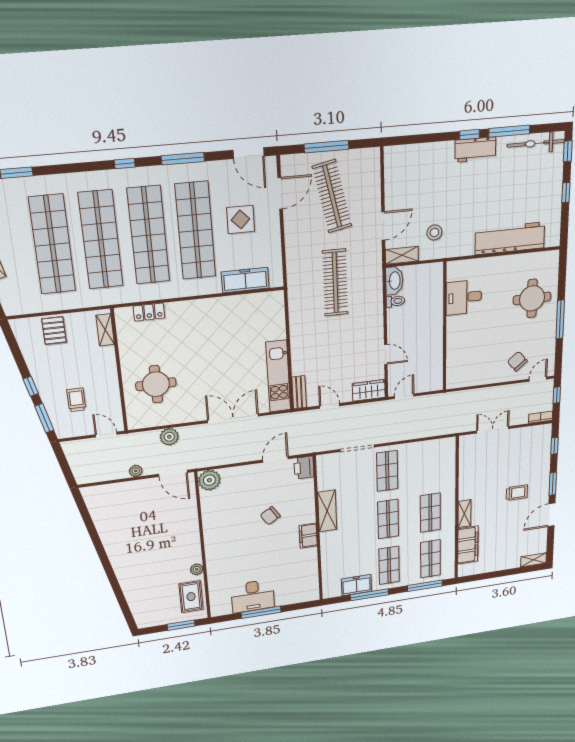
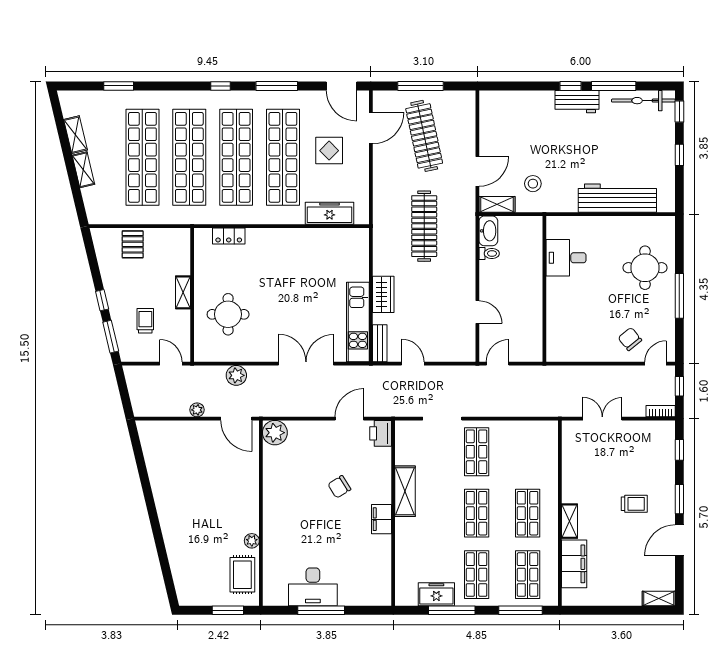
shelving: (105, 330) -> (183, 292), moved
wardrobe: (369, 390) -> (383, 294), moved, turned 90

